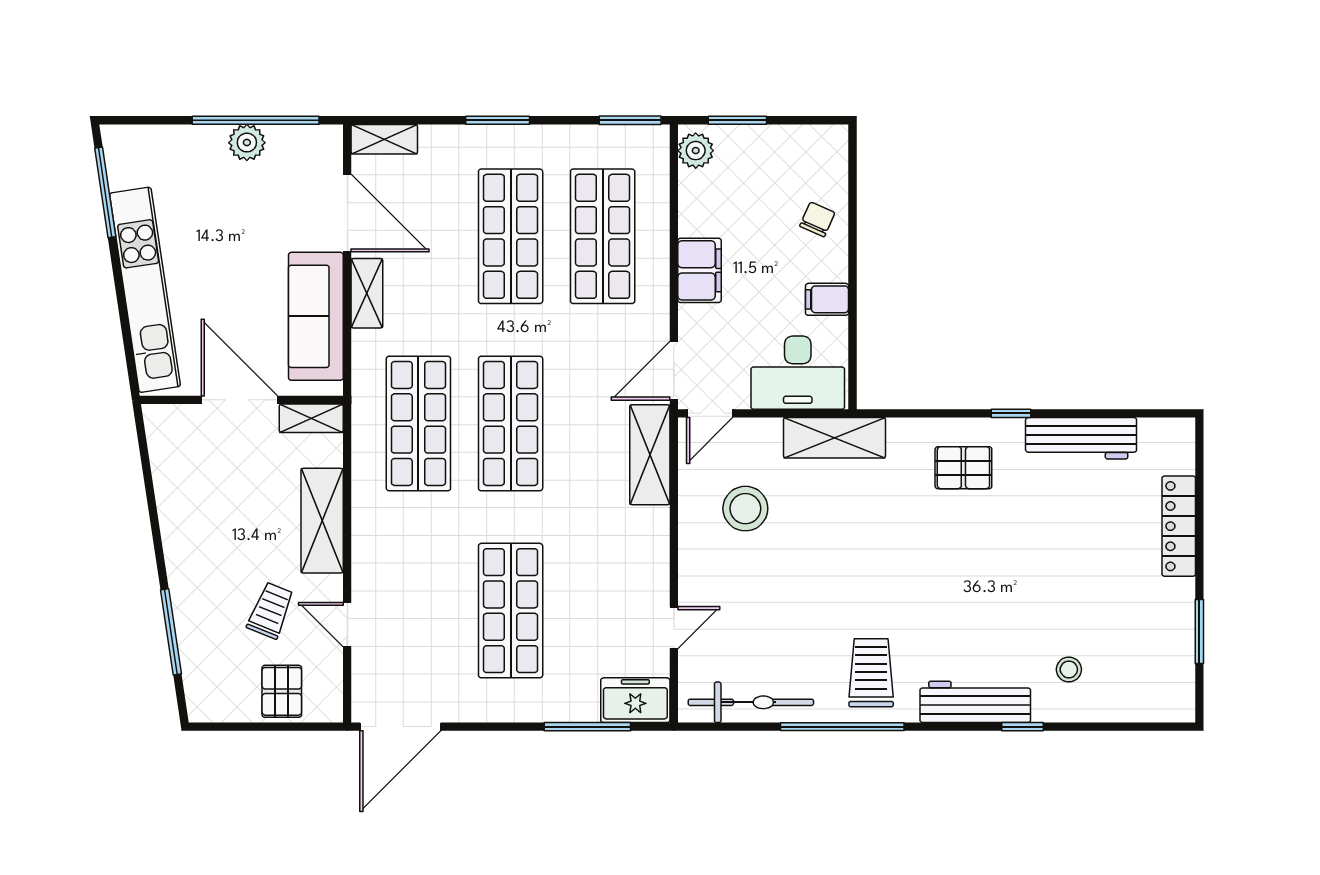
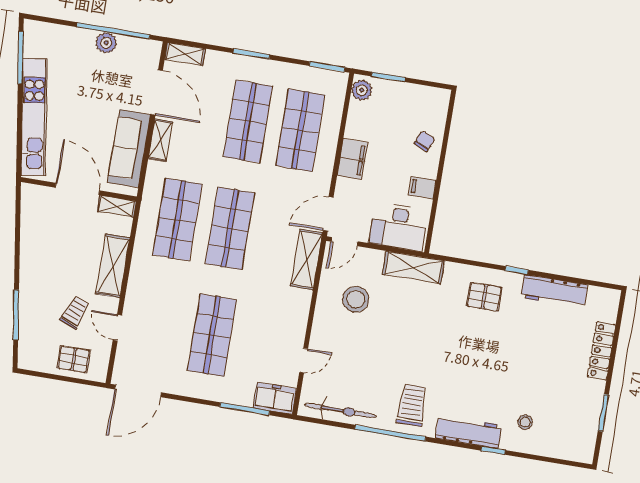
pallet: (282, 691) -> (74, 359), turned 90

